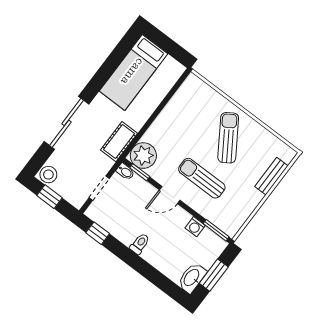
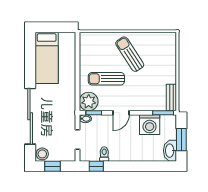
sliding door: (66, 123) -> (30, 116), width x1.36
cot: (119, 142) -> (69, 104), removed
bench: (271, 176) -> (171, 97), moved
sun lounger: (202, 178) -> (106, 79), moved
washing machine: (195, 227) -> (150, 125), width x1.89, depth x1.89
toilet: (140, 244) -> (104, 154), moved

